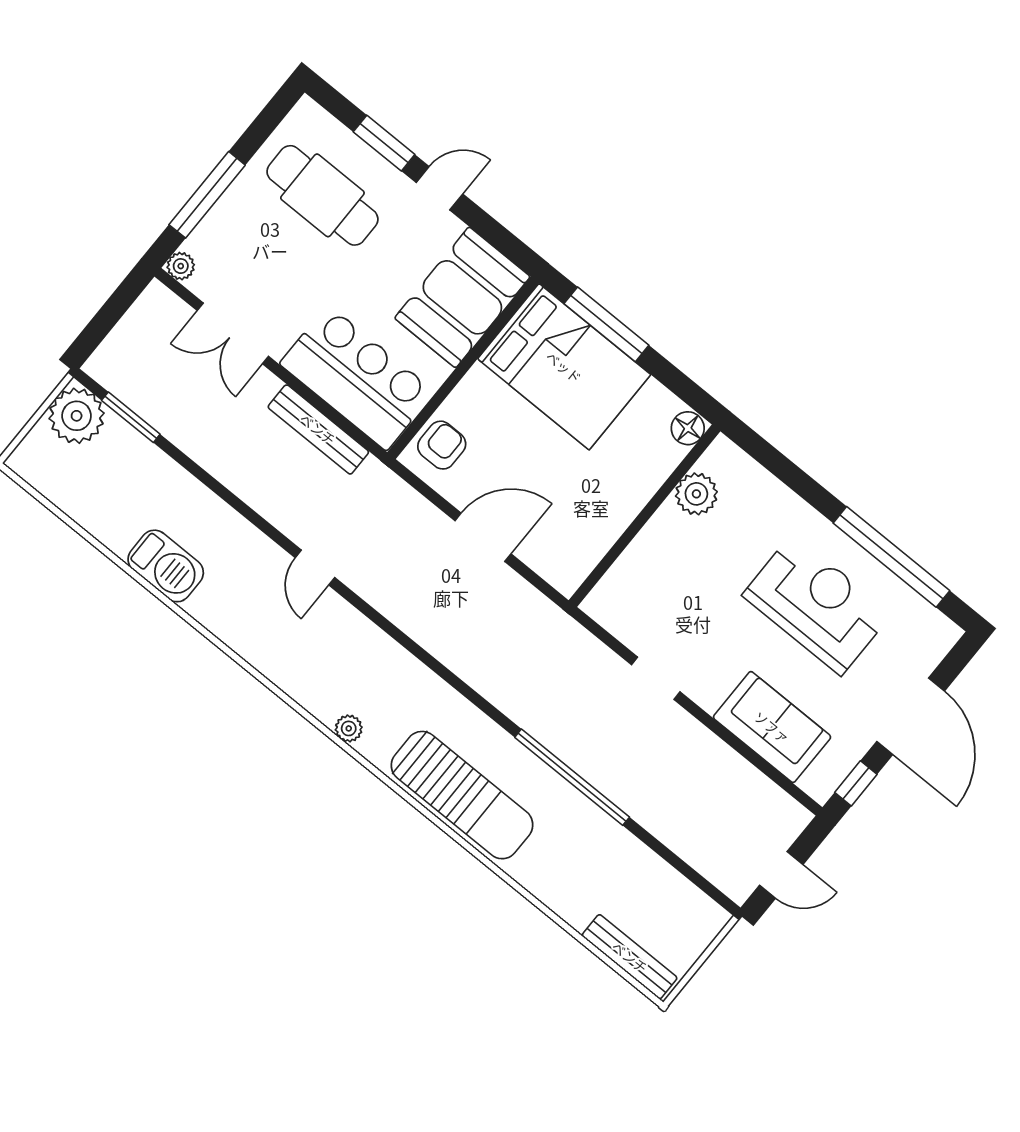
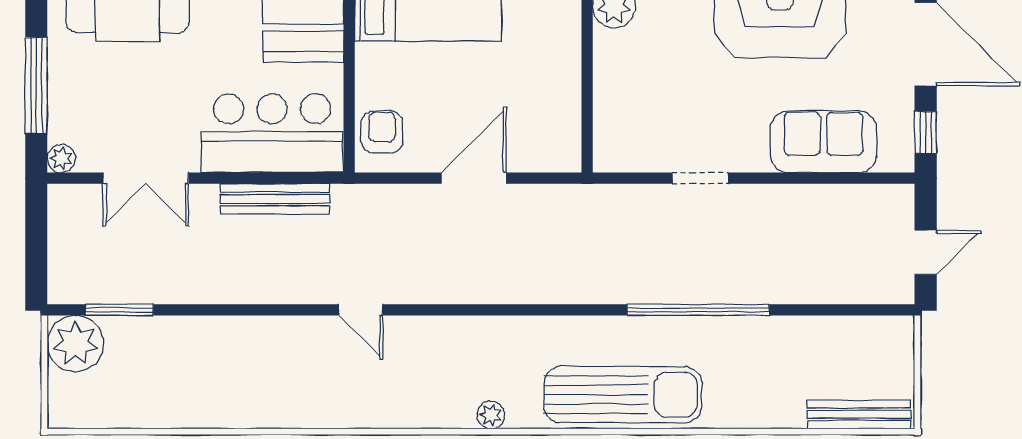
barbecue: (166, 566) -> (242, 405), removed

